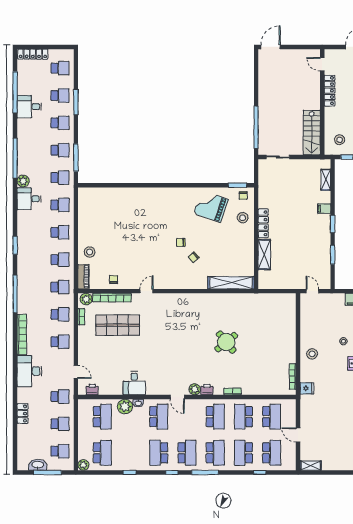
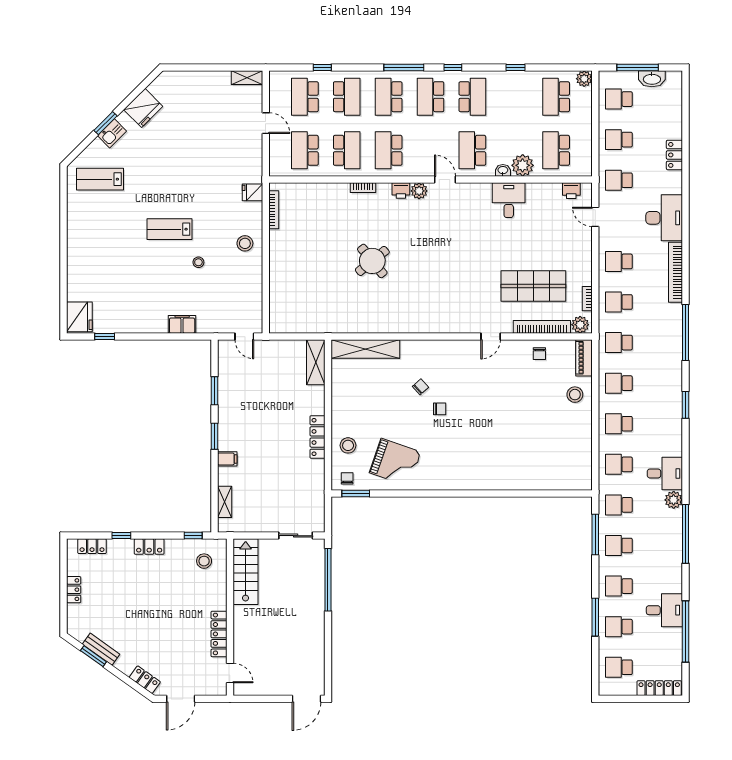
shelving: (264, 255) -> (316, 362), moved

